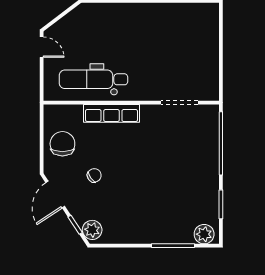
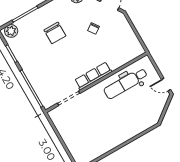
dental chair: (94, 79) -> (126, 83), turned 180
row of seats: (111, 113) -> (93, 76), moved
chair: (62, 144) -> (55, 33), moved

